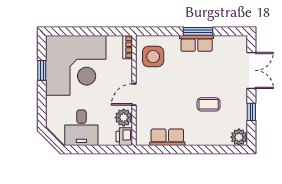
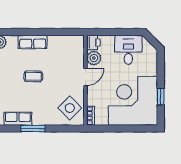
row of seats: (197, 43) -> (18, 119), moved
side table: (153, 57) -> (70, 108), turned 45
coffee table: (209, 104) -> (33, 76), moved
row of seats: (167, 137) -> (33, 42), moved

